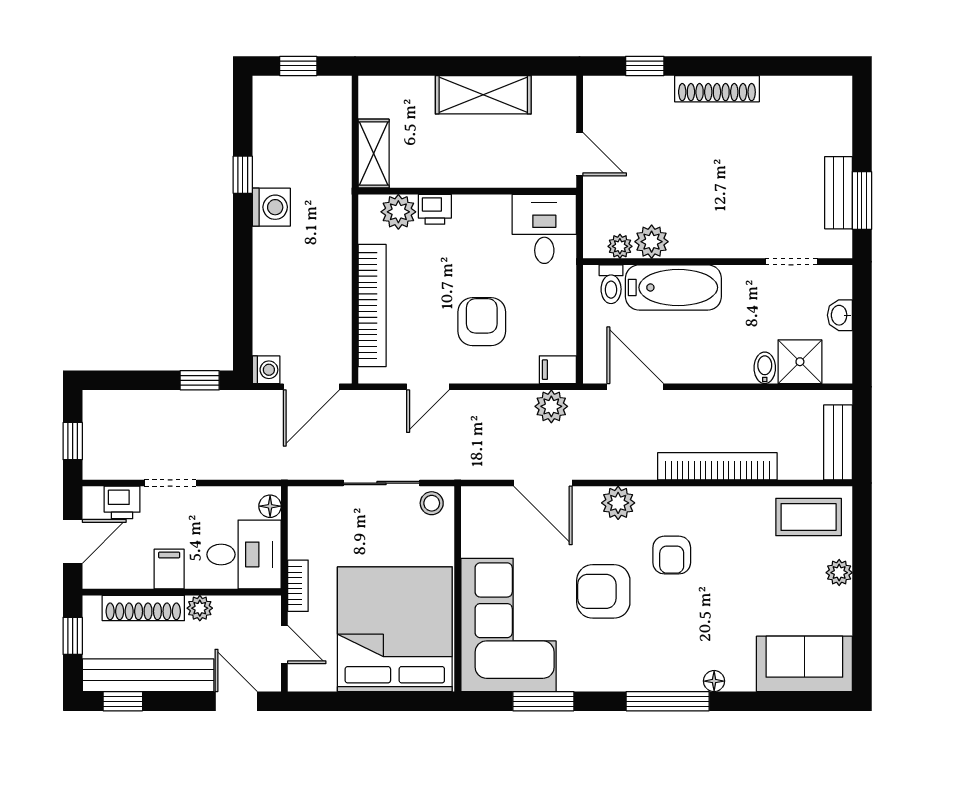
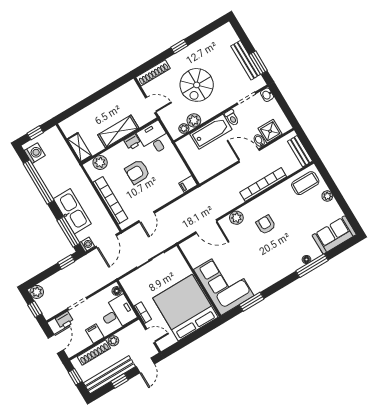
window: (645, 66) -> (179, 47), moved
shoe rack: (717, 89) -> (153, 73), moved
shelving: (483, 95) -> (118, 131), moved
spiral stairs: (703, 170) -> (197, 85), added
window: (243, 175) -> (39, 182), width x3.17
bench: (839, 193) -> (246, 60), width x1.36
washing machine: (271, 207) -> (35, 153), moved
printer: (435, 209) -> (132, 142), moved
kitchen sink: (277, 280) -> (72, 211), added
toilet: (611, 284) -> (232, 118), moved
washbasin: (840, 315) -> (267, 95), moved
window: (243, 319) -> (68, 232), added
armchair: (482, 322) -> (137, 172), moved, turned -90
door: (635, 387) -> (249, 156), moved
plant: (551, 406) -> (37, 292), moved
stool: (432, 503) -> (172, 256), removed
armchair: (672, 555) -> (266, 225), turned 180
armchair: (603, 591) -> (250, 251), removed
window: (123, 701) -> (119, 381), moved
door: (236, 701) -> (145, 365), swing flipped
window: (668, 701) -> (312, 266), moved

